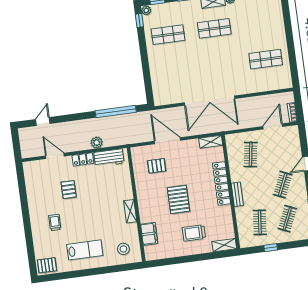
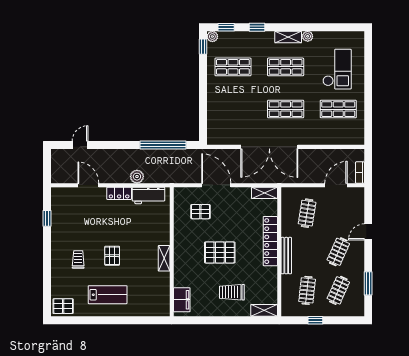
checkout: (260, 24) -> (337, 69), added
shop shelf: (219, 65) -> (286, 109), added
window: (22, 190) -> (47, 218), added
pallet: (69, 190) -> (112, 256), moved
bench: (237, 194) -> (286, 256), width x1.36
pallet: (178, 199) -> (220, 252), turned 90
filing cabinet: (149, 234) -> (182, 300), moved
stool: (123, 249) -> (151, 299), removed

